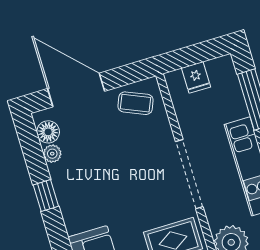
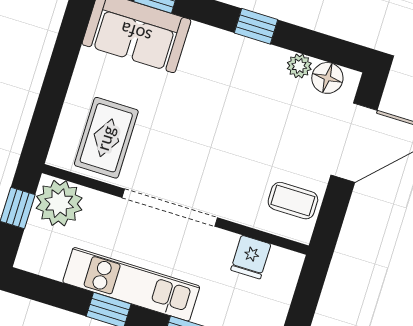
fridge: (196, 77) -> (251, 257), moved, turned -90
coffee table: (136, 103) -> (293, 201), turned 67

